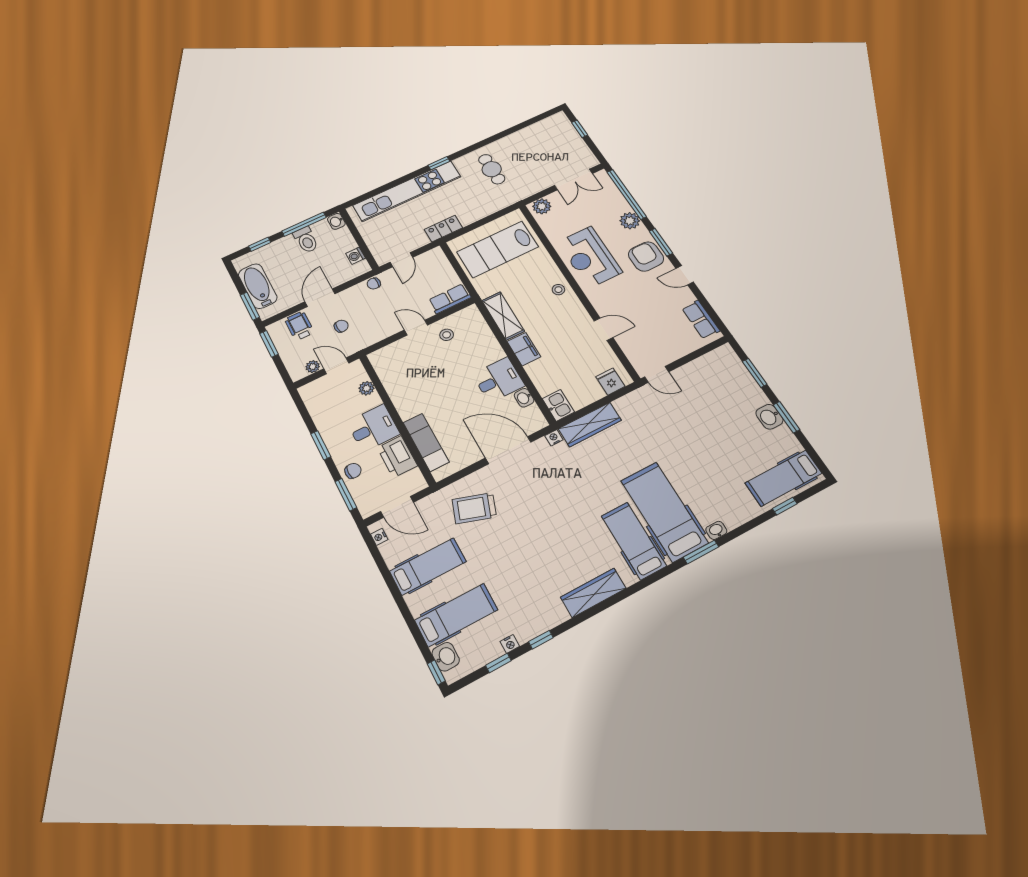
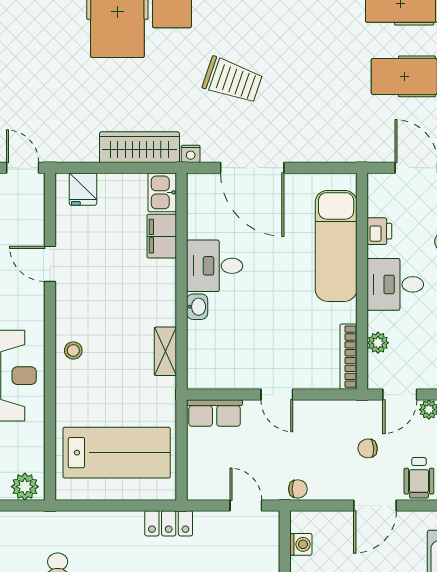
door: (401, 260) -> (246, 505), hinge flipped
shelving: (503, 316) -> (165, 351), width x0.67, depth x0.75
stool: (447, 335) -> (245, 363), removed
filing cabinet: (524, 349) -> (162, 236), moved
door: (336, 366) -> (400, 395), hinge flipped
bookcase: (382, 371) -> (348, 357), added
washbasin: (524, 398) -> (197, 307), moved
exam couch: (426, 442) -> (336, 246), width x1.36, depth x1.45
printer: (397, 457) -> (379, 231), width x0.53, depth x0.68
trolley: (474, 508) -> (232, 80), moved

